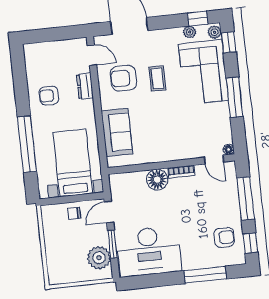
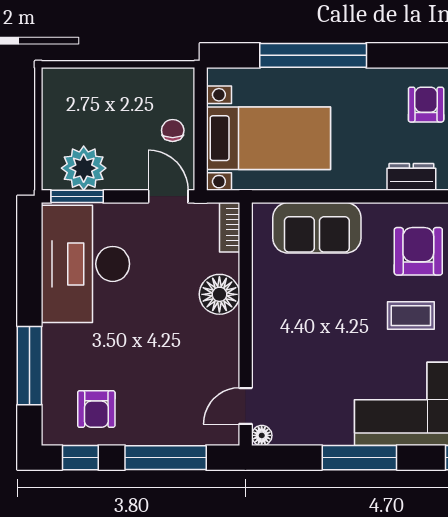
armchair: (49, 96) -> (426, 105), moved
bookcase: (181, 172) -> (230, 227), moved
window: (112, 244) -> (77, 196), moved

